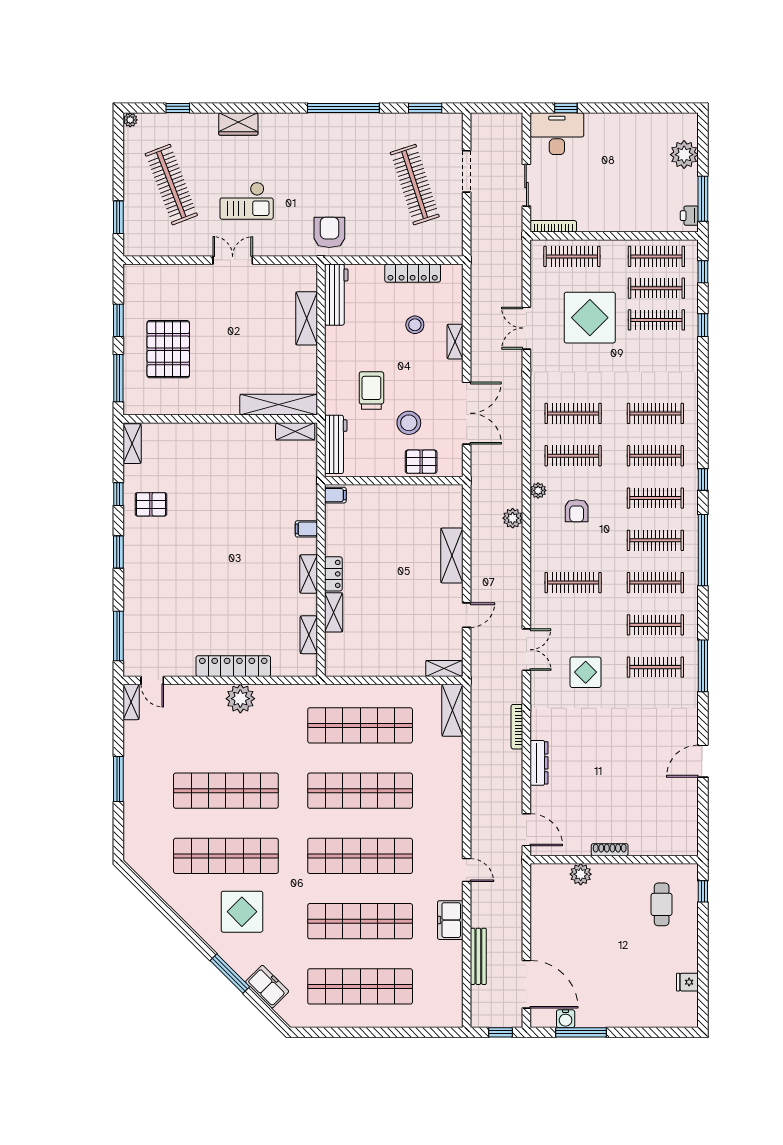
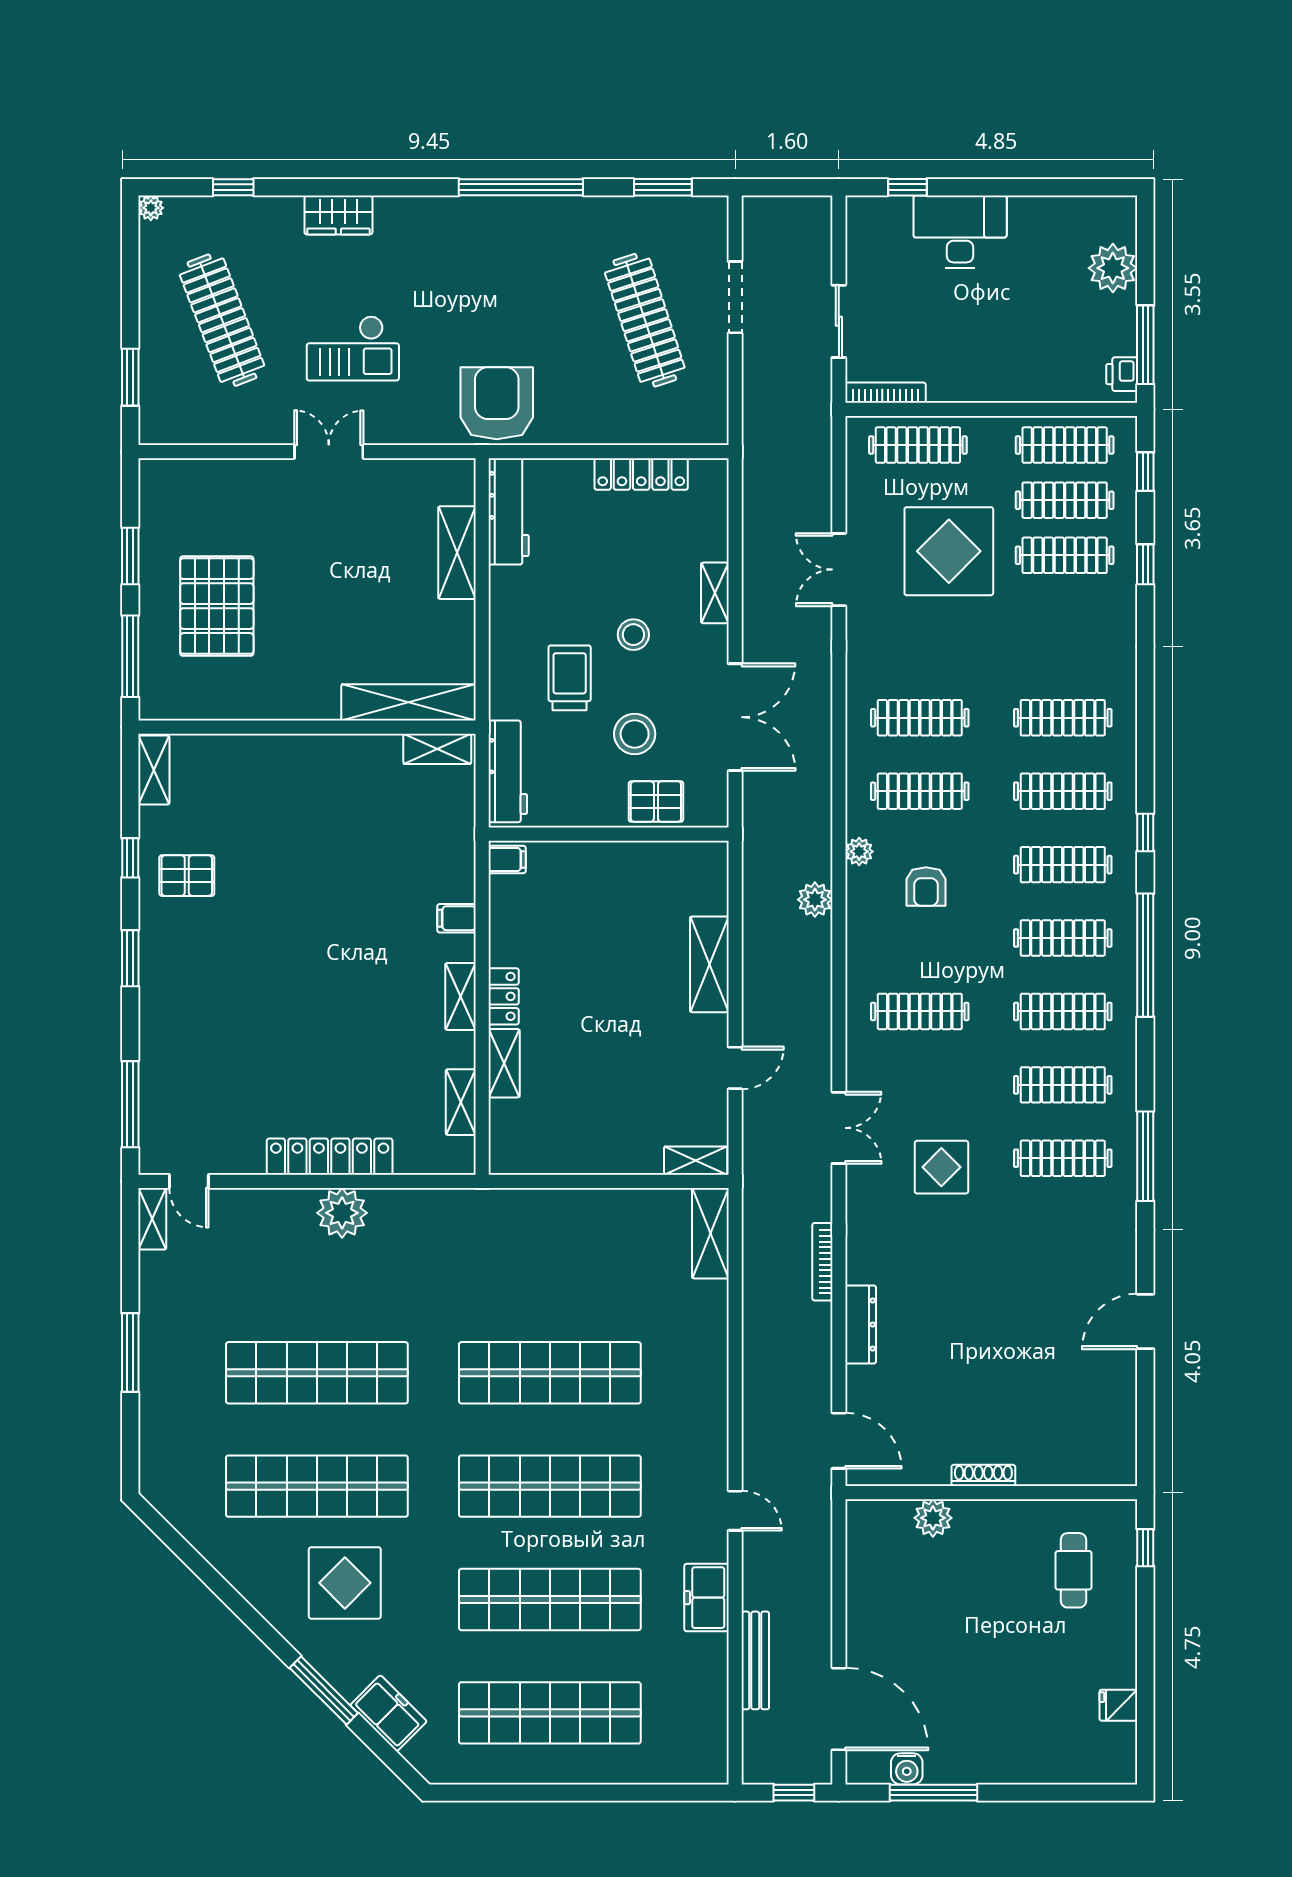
desk: (557, 134) -> (960, 232), moved
armchair: (329, 232) -> (497, 403), width x1.36, depth x1.36
stool: (415, 325) -> (633, 635), moved
shop shelf: (360, 725) -> (550, 1259), removed

